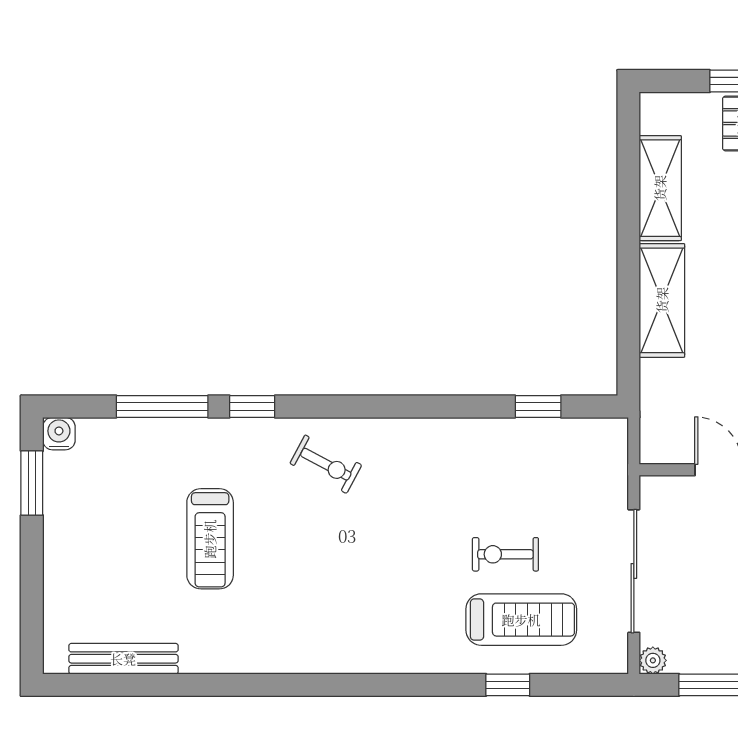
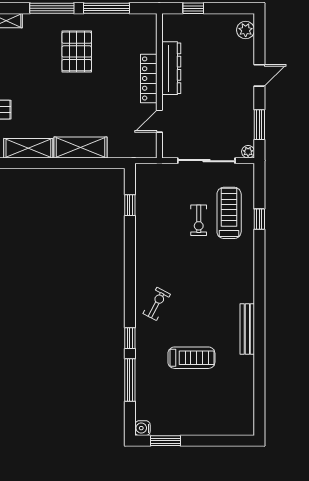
bench: (123, 659) -> (247, 329), moved

